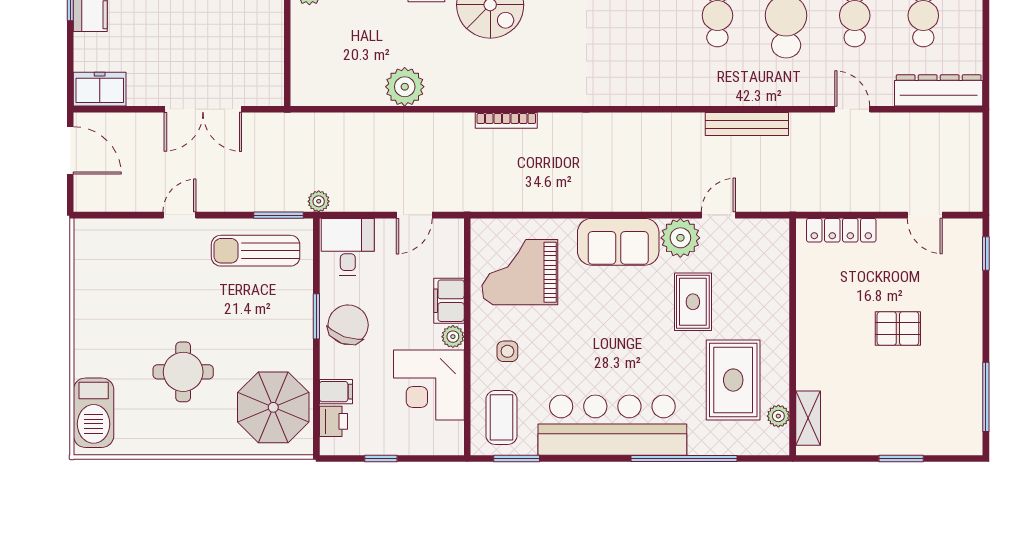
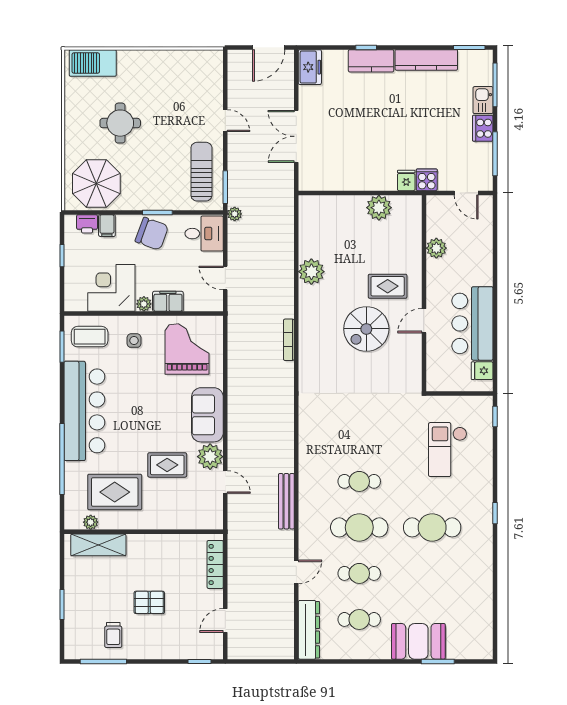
pallet: (898, 328) -> (149, 602), turned 90
trolley: (947, 382) -> (113, 635), added
shelving: (808, 418) -> (98, 545), width x1.50, depth x1.33

